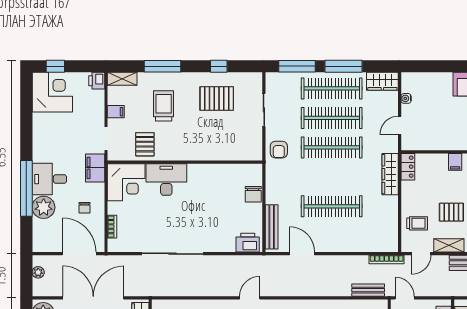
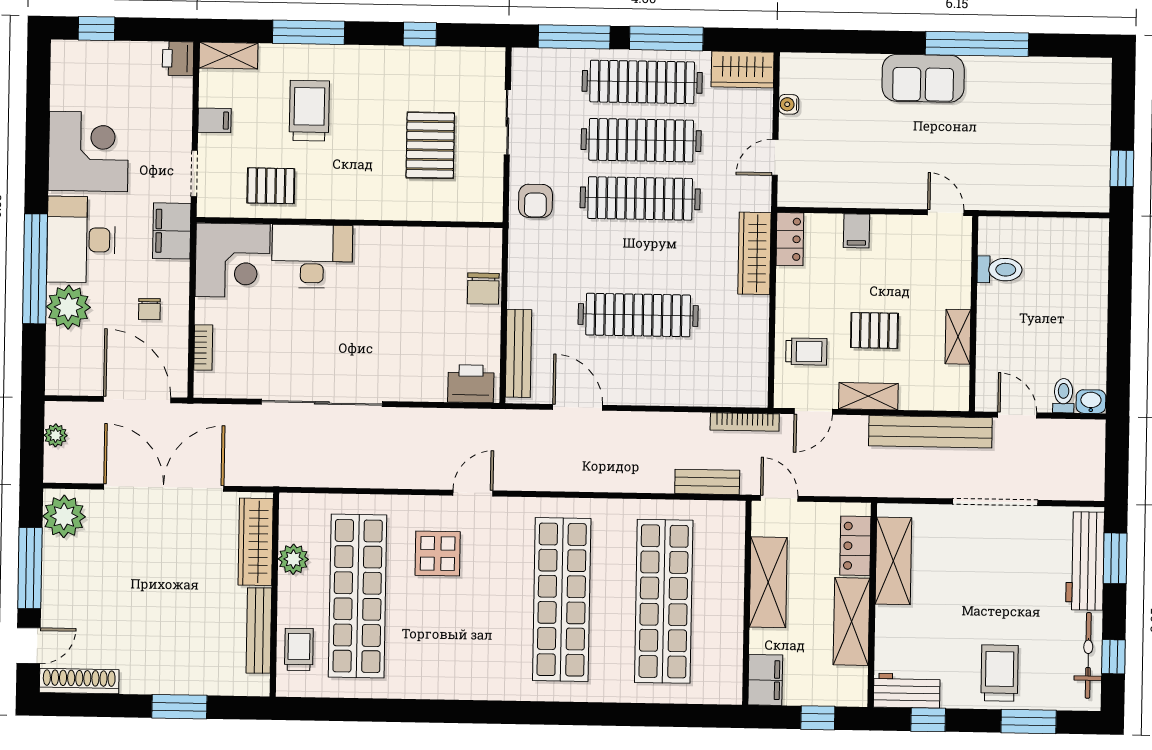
corner desk: (52, 92) -> (88, 151), moved
pallet: (217, 98) -> (430, 145), moved, turned 90
pallet: (145, 144) -> (271, 186), turned 90
filing cabinet: (455, 162) -> (857, 231), moved
desk: (49, 179) -> (81, 240), width x1.37

